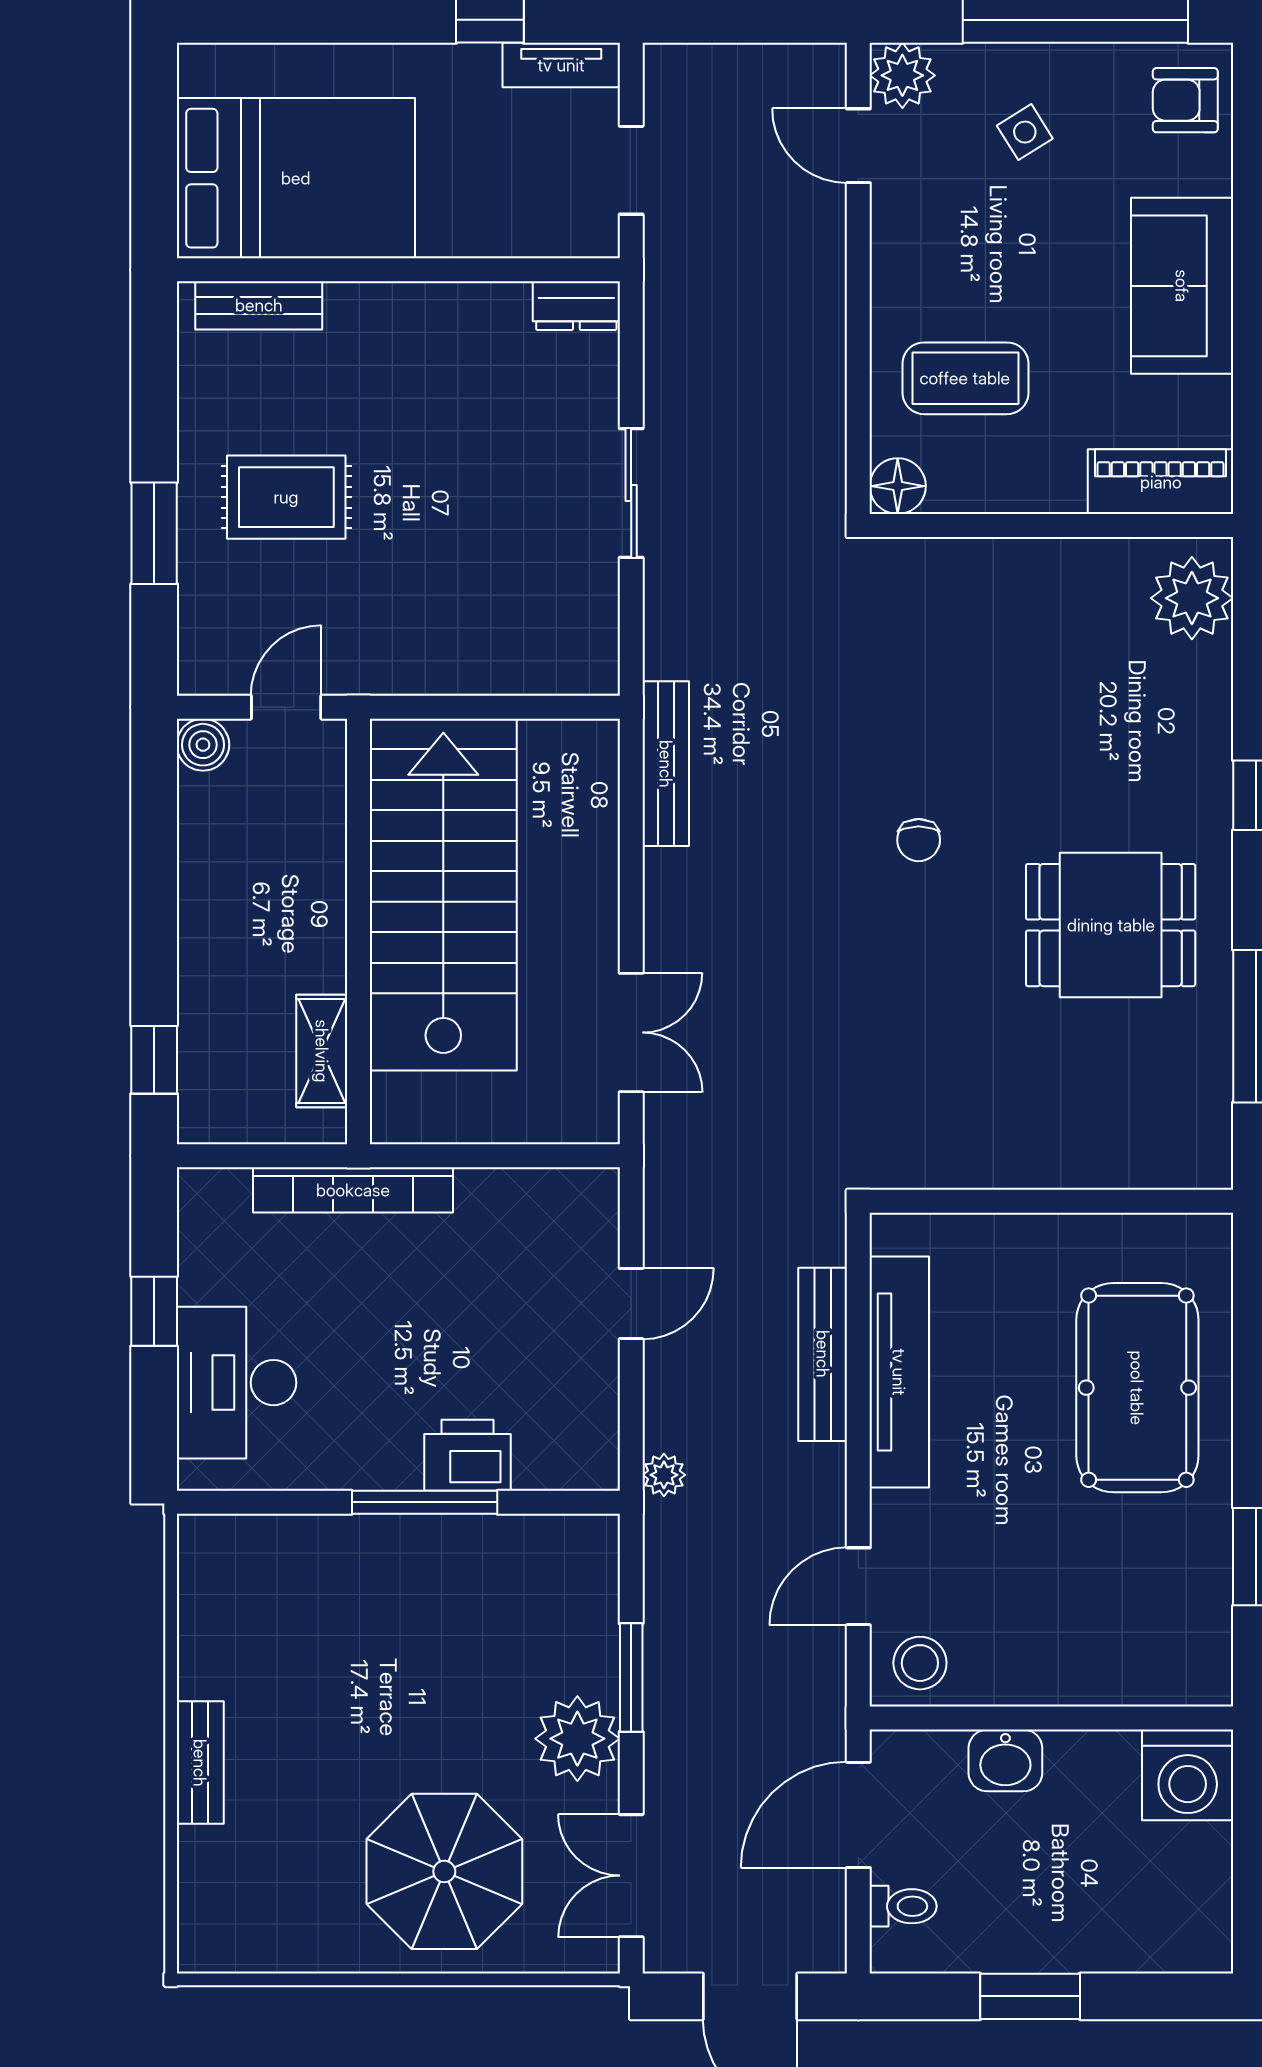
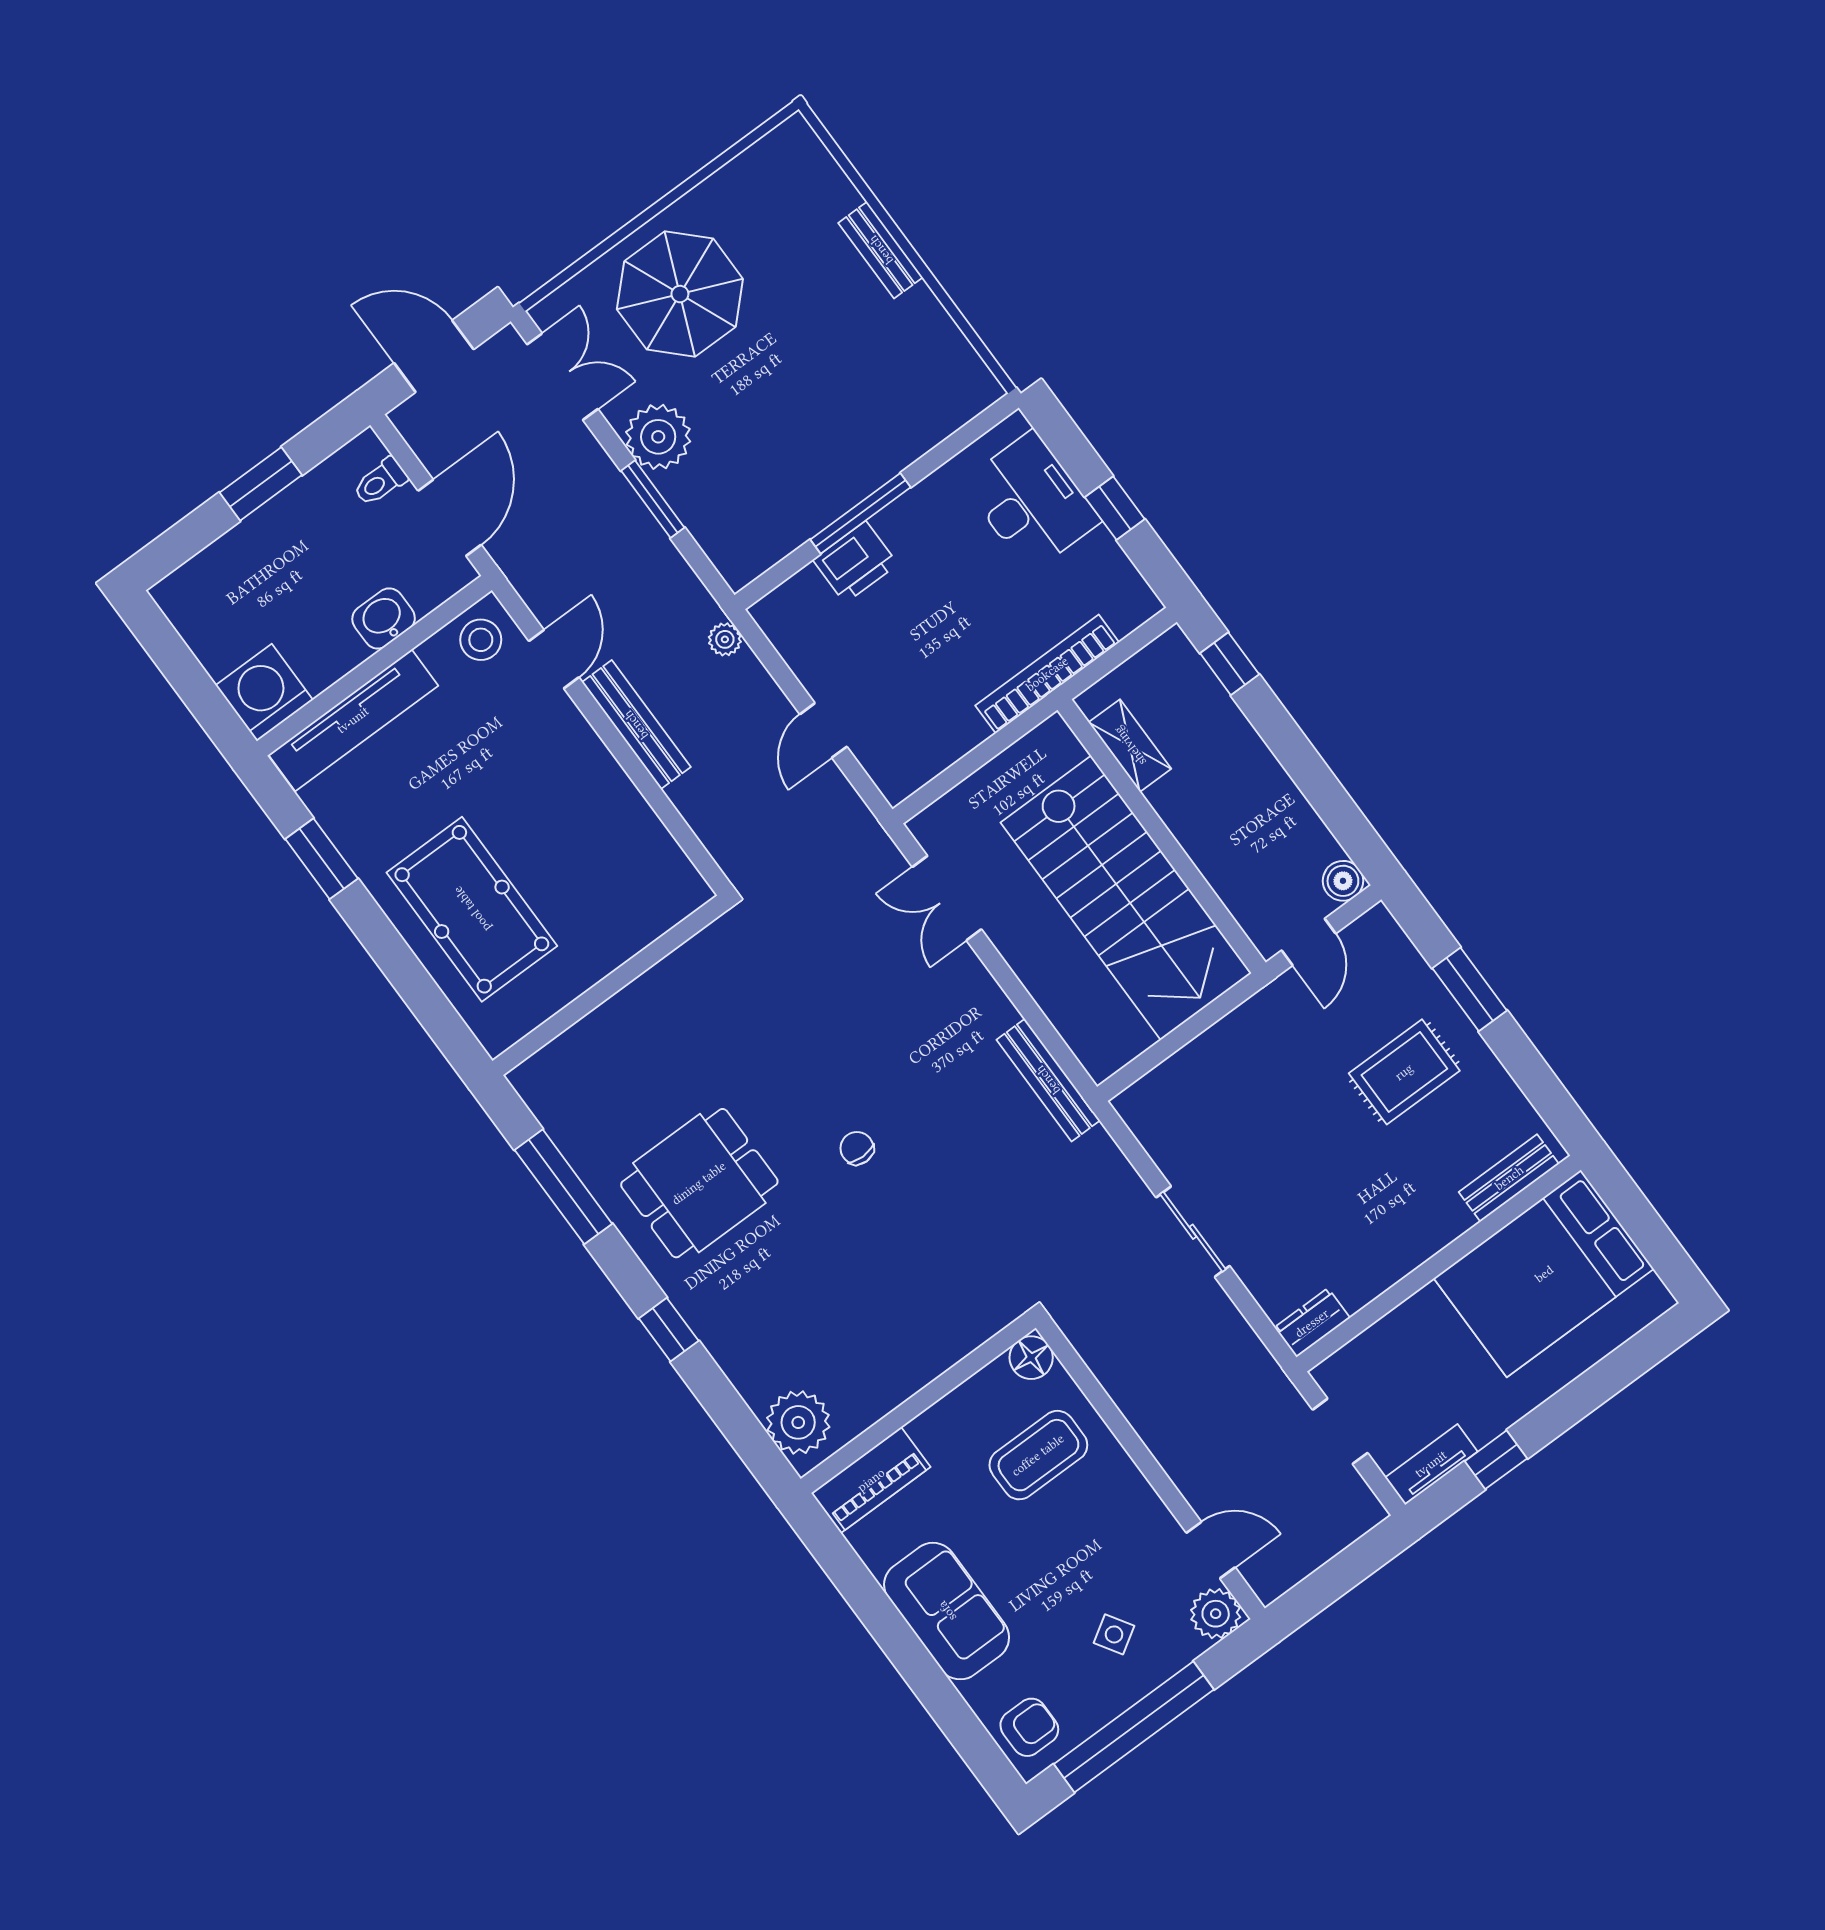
bench: (823, 1354) -> (636, 725), moved
tv unit: (899, 1372) -> (353, 720), moved, turned -90

